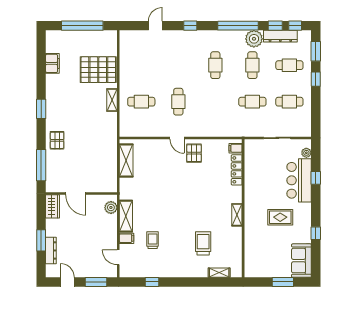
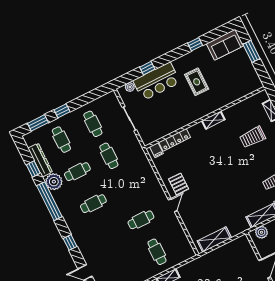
window: (295, 26) -> (25, 152), removed
pallet: (194, 153) -> (179, 184), turned 90

